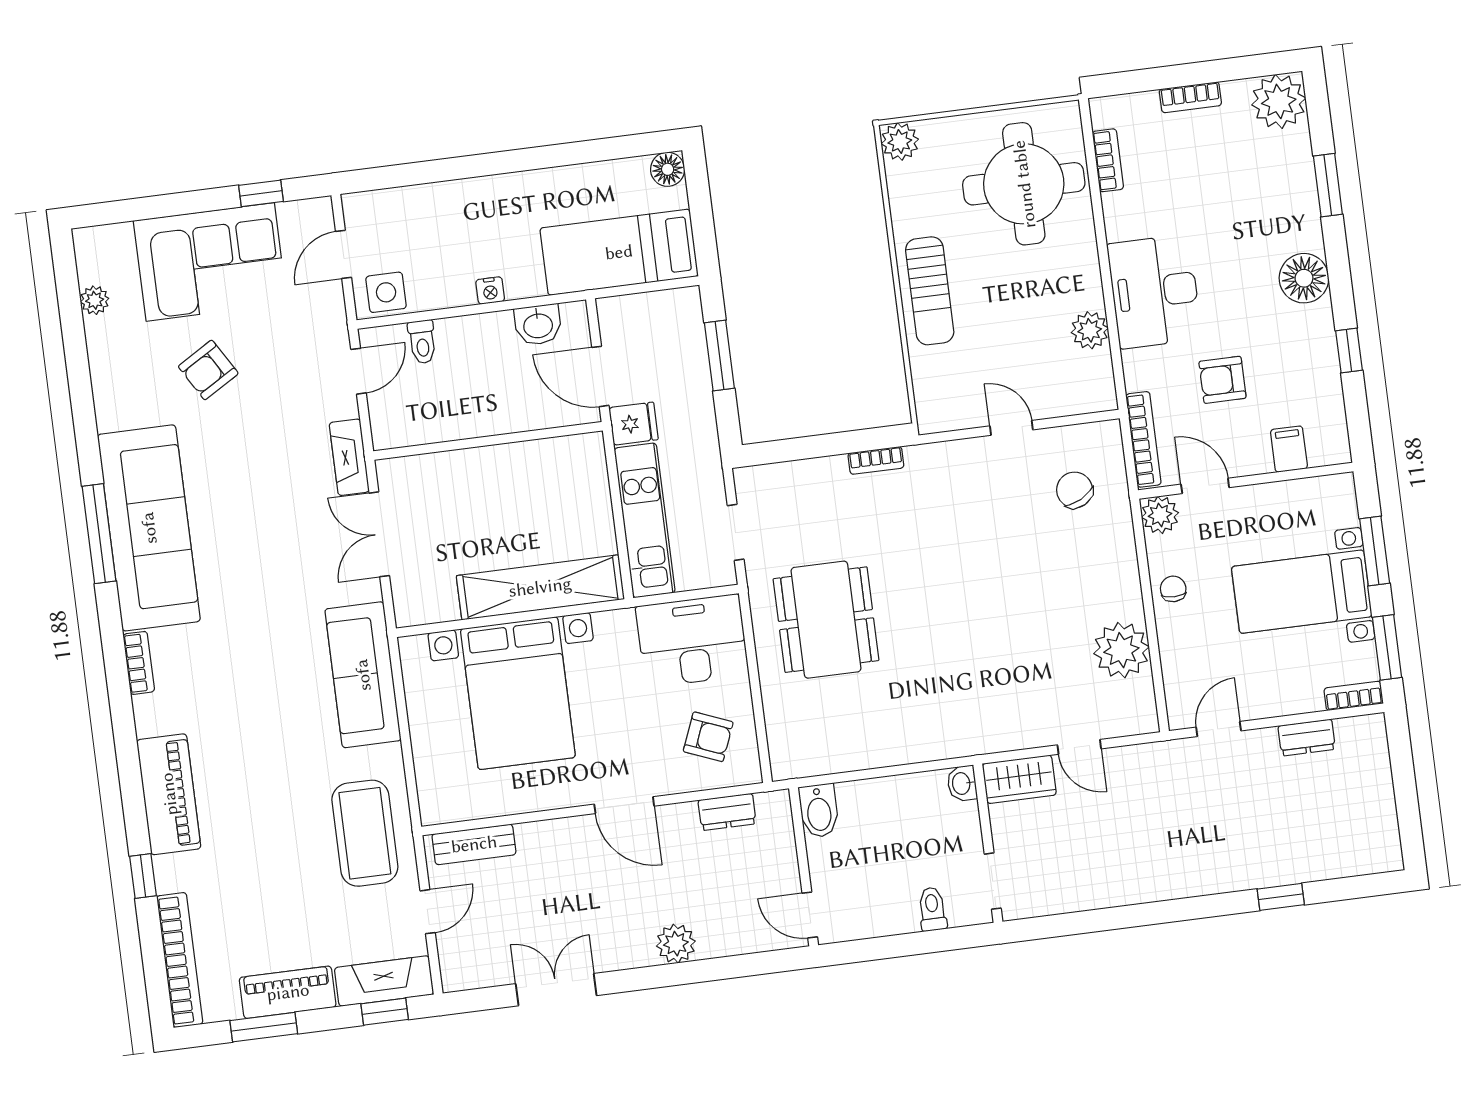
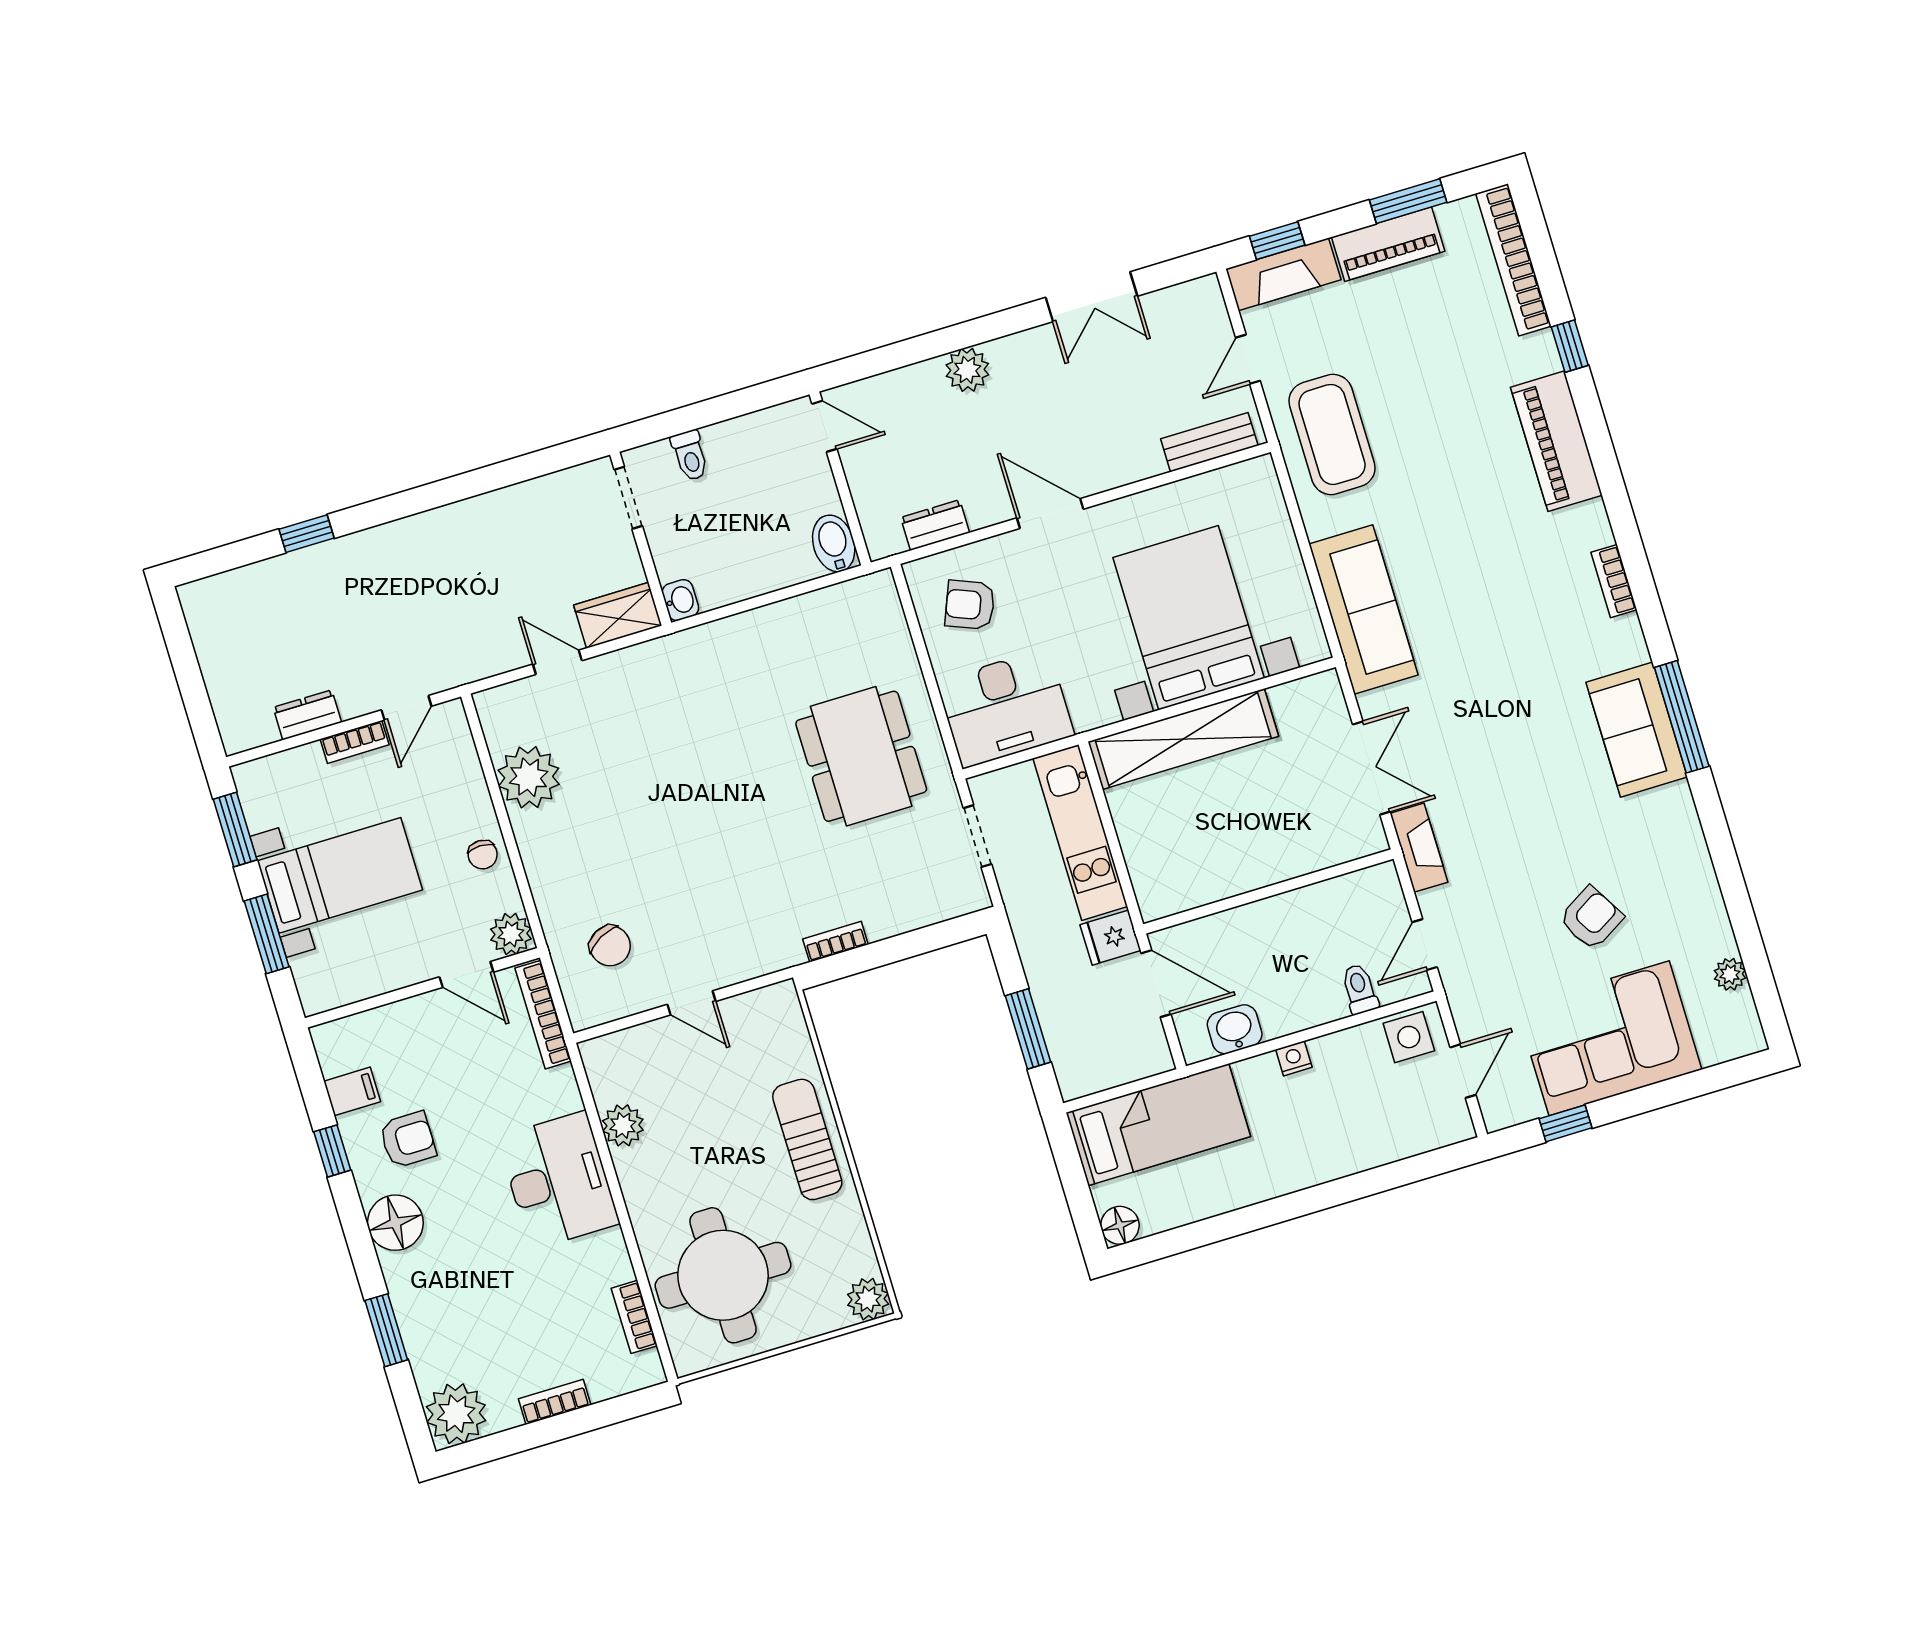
armchair: (1222, 380) -> (408, 1140), moved
filing cabinet: (1289, 449) -> (352, 1091), moved, turned -90
sofa: (149, 528) -> (1637, 730), width x0.54, depth x0.79
bookcase: (1354, 696) -> (355, 742), moved

